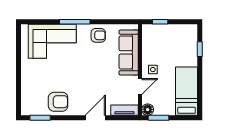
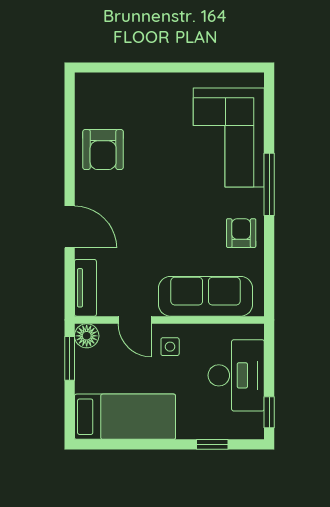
window: (160, 22) -> (269, 412), moved
armchair: (98, 35) -> (241, 233), turned 180
desk: (167, 38) -> (236, 375), added
window: (40, 118) -> (70, 112), removed

